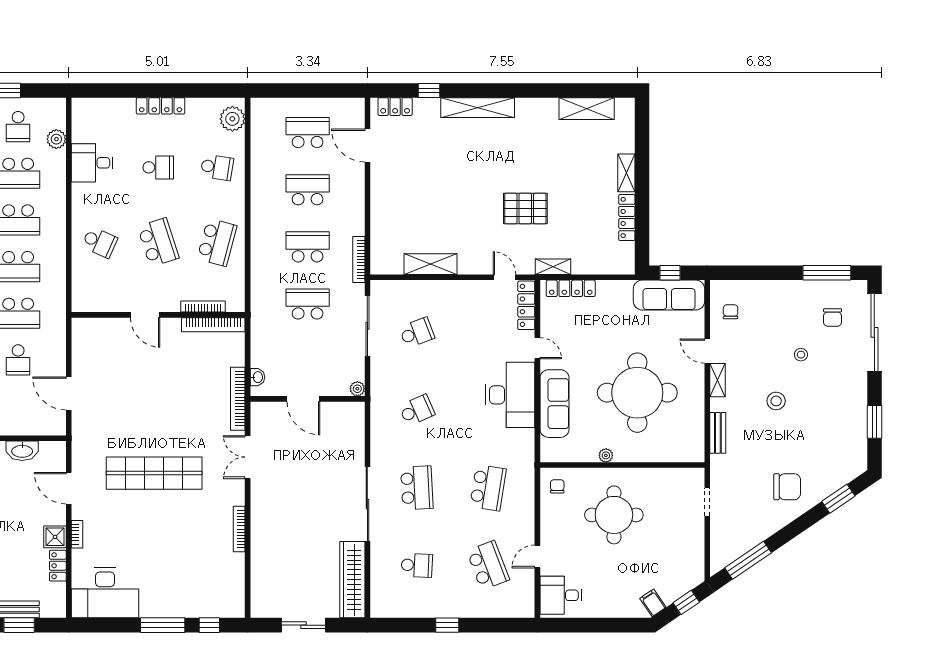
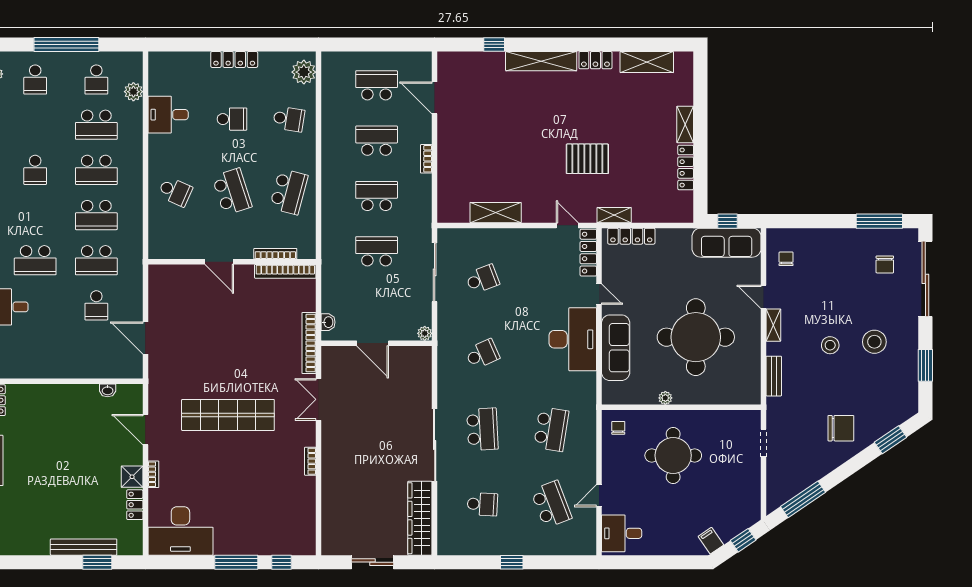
locker: (395, 107) -> (595, 60), moved
bookcase: (359, 260) -> (426, 159), moved, width x0.64
stool: (801, 355) -> (874, 342), moved, width x1.89, depth x1.89
washbasin: (22, 451) -> (108, 390), width x0.52, depth x0.69
bookcase: (239, 529) -> (310, 461), width x0.64

